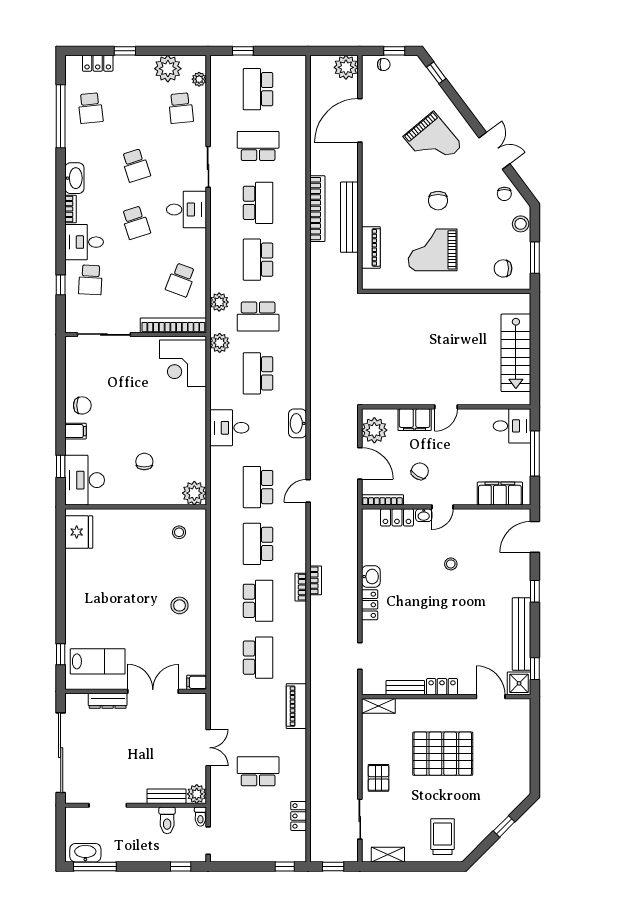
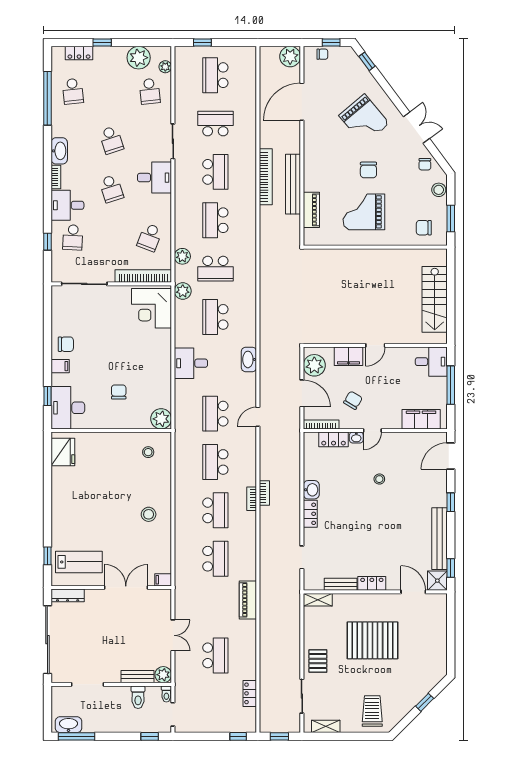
dresser: (108, 701) -> (68, 595), moved
school desk: (258, 771) -> (215, 655), turned 90

